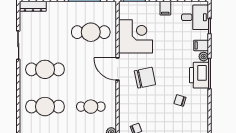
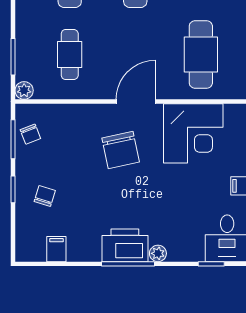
filing cabinet: (201, 45) -> (56, 249), moved
chair: (180, 100) -> (45, 196), moved

